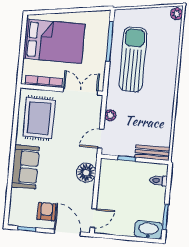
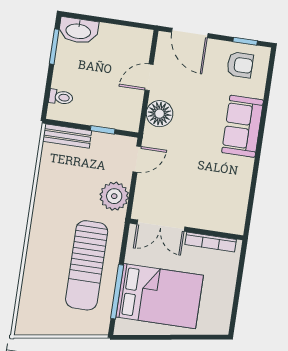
plant: (177, 14) -> (23, 325), removed
bed: (54, 41) -> (160, 296), moved, turned 180
plant: (110, 115) -> (114, 196), width x1.88, depth x1.88
rug: (39, 118) -> (220, 192), removed
armchair: (47, 212) -> (240, 65), moved, turned -90
door: (93, 218) -> (149, 77), moved

